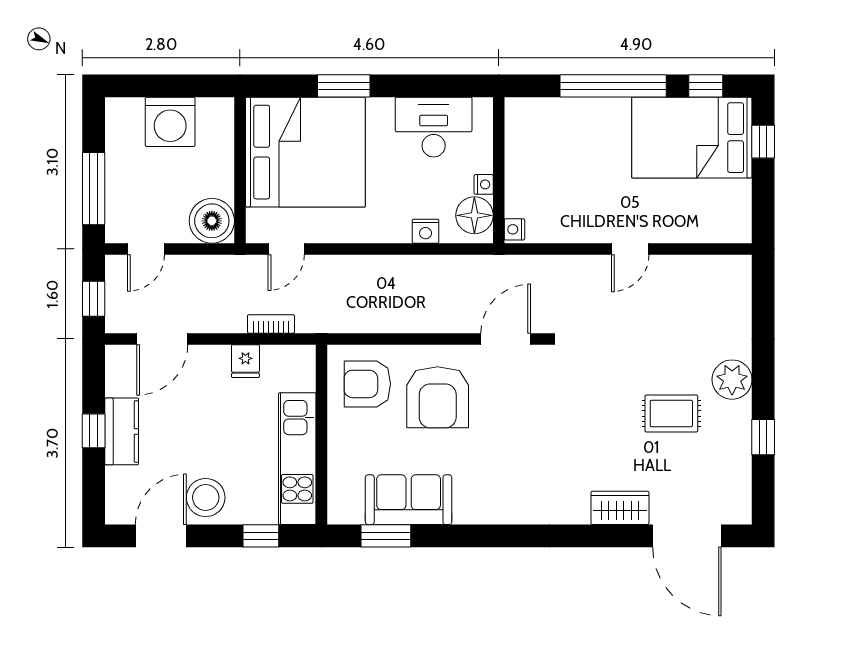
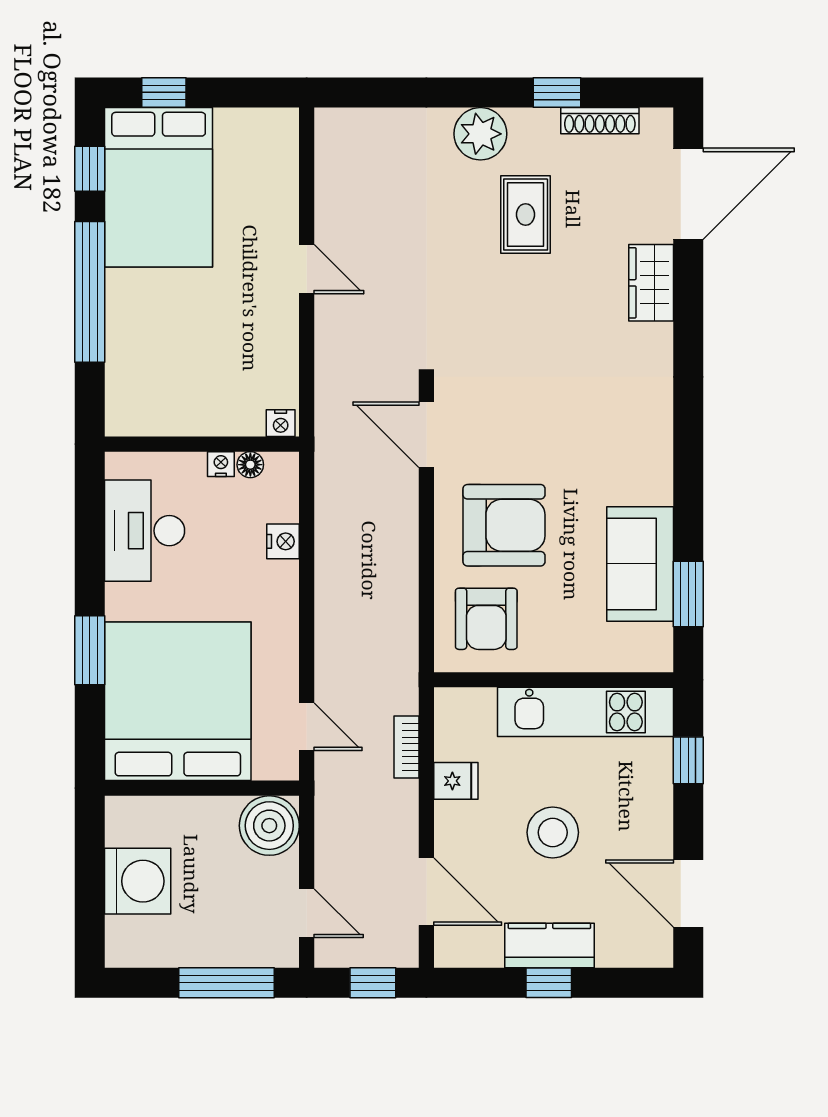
floor lamp: (474, 215) -> (250, 465), width x0.53, depth x0.53
shoe rack: (742, 469) -> (600, 121), added
stool: (206, 498) -> (553, 832), moved

